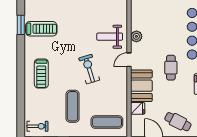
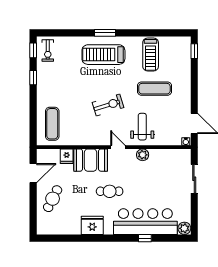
window: (21, 25) -> (105, 33), moved
treadmill: (41, 74) -> (103, 55), width x1.37, depth x1.38
exercise mat: (73, 106) -> (154, 89), moved

